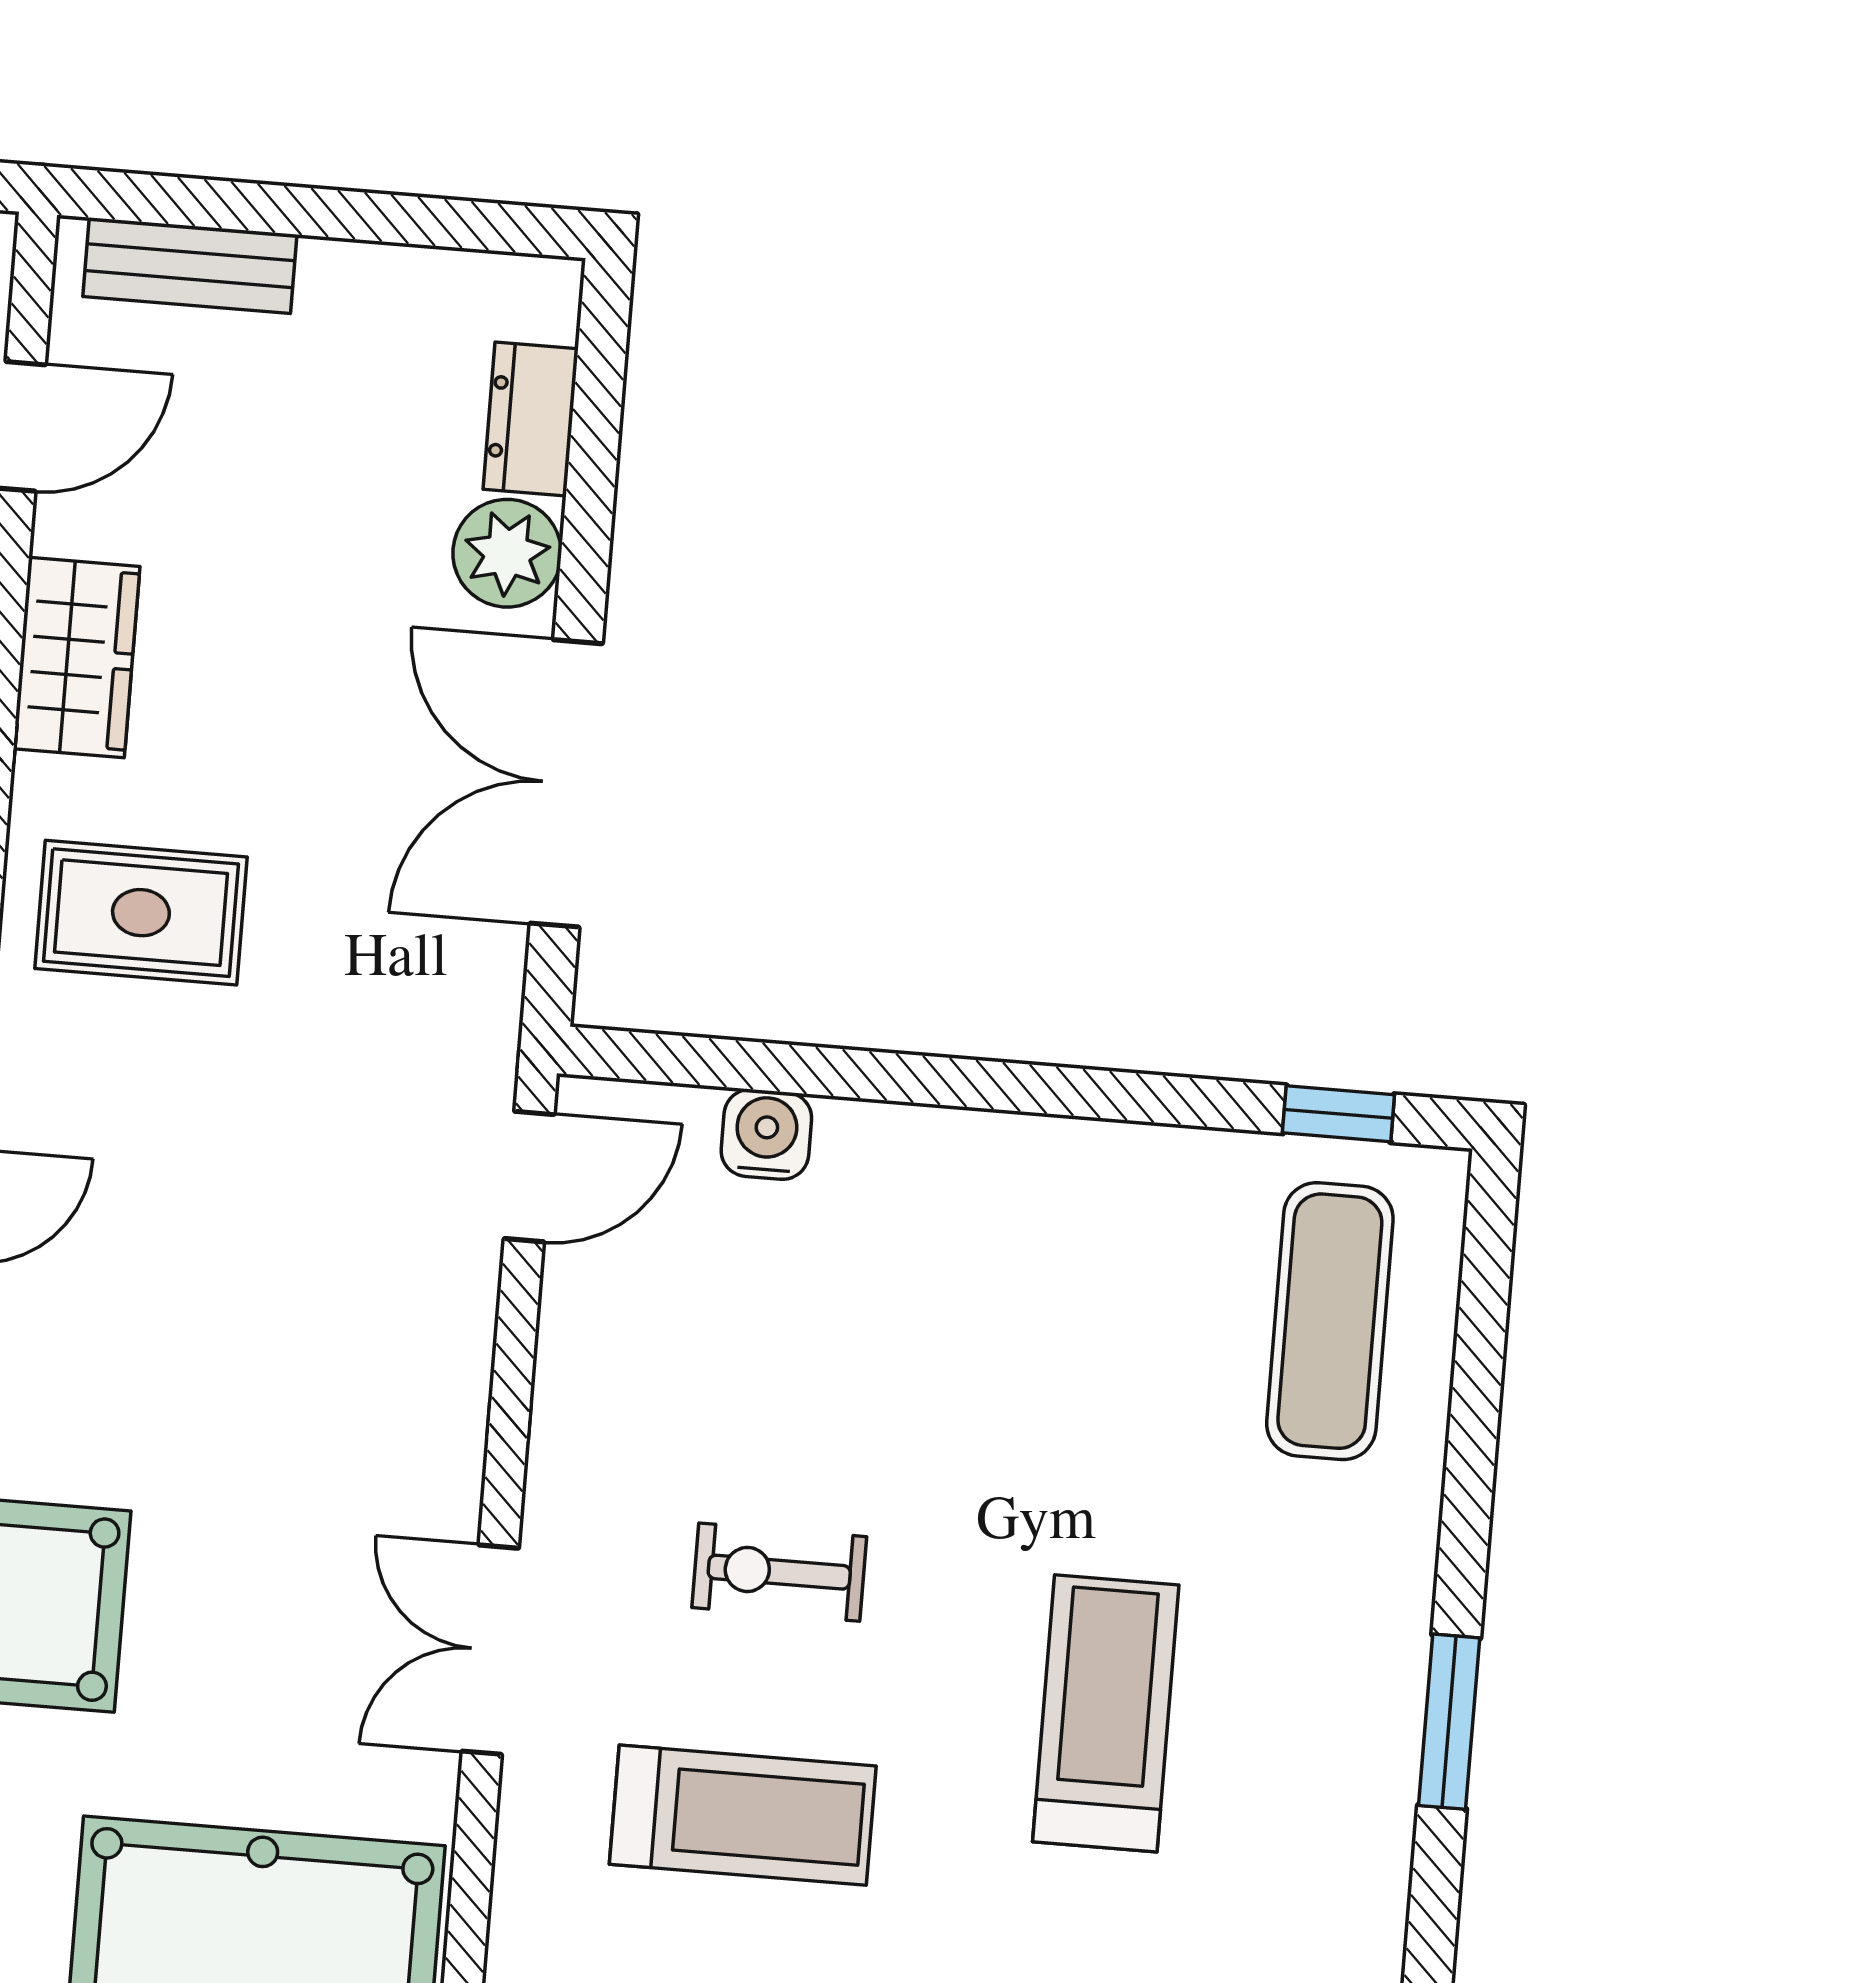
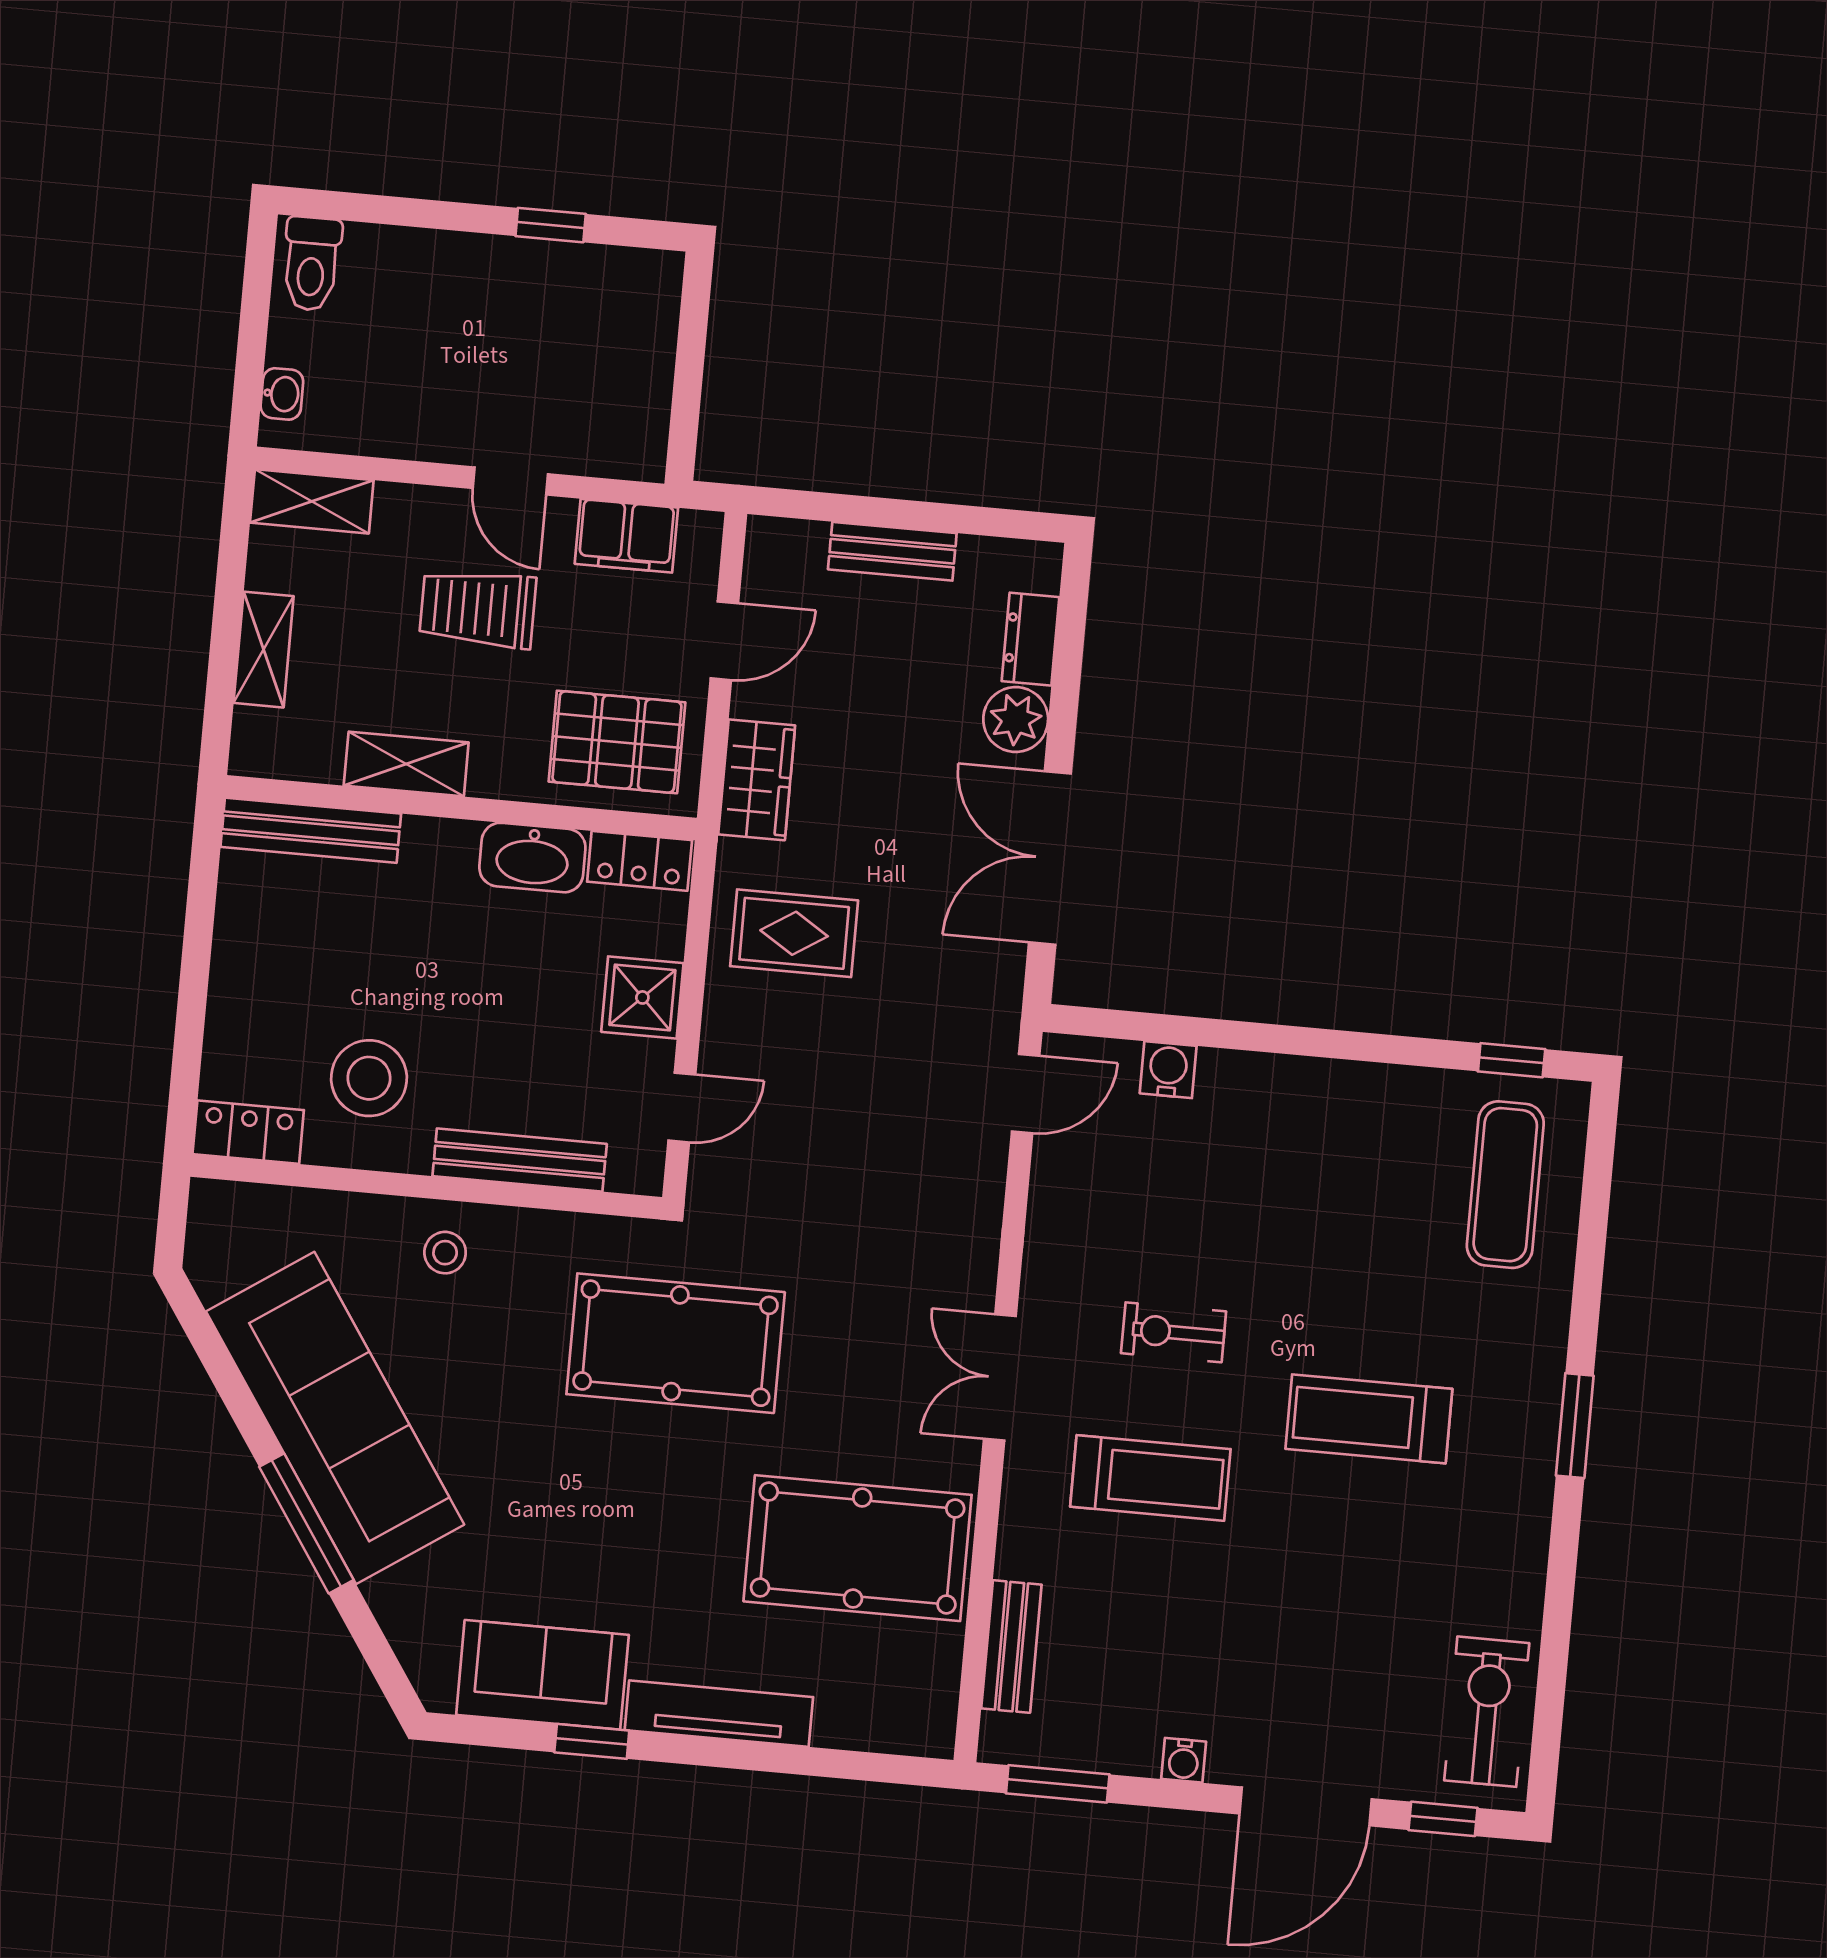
bench: (190, 266) -> (892, 551), moved
treadmill: (1106, 1713) -> (1369, 1419), turned -90

